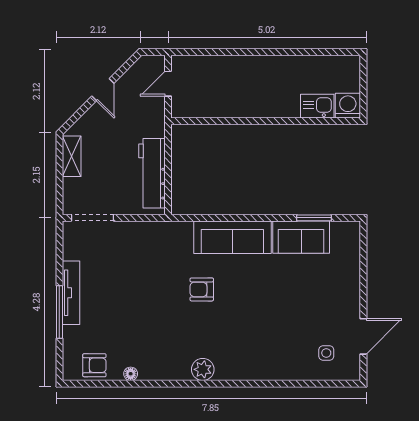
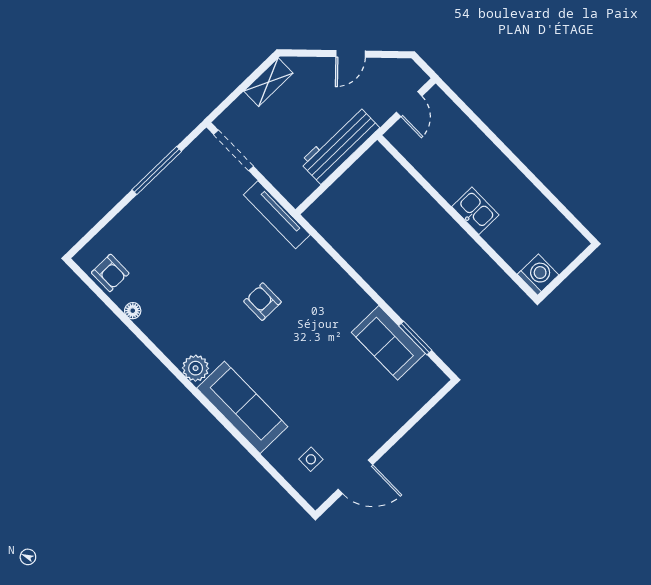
door: (168, 84) -> (409, 104), swing flipped
kitchen sink: (317, 106) -> (475, 211), moved
workbench: (152, 173) -> (340, 145), moved
sofa: (232, 237) -> (242, 407), moved, turned 180
tv unit: (71, 293) -> (277, 215), moved, turned 90
window: (59, 312) -> (157, 170), moved

